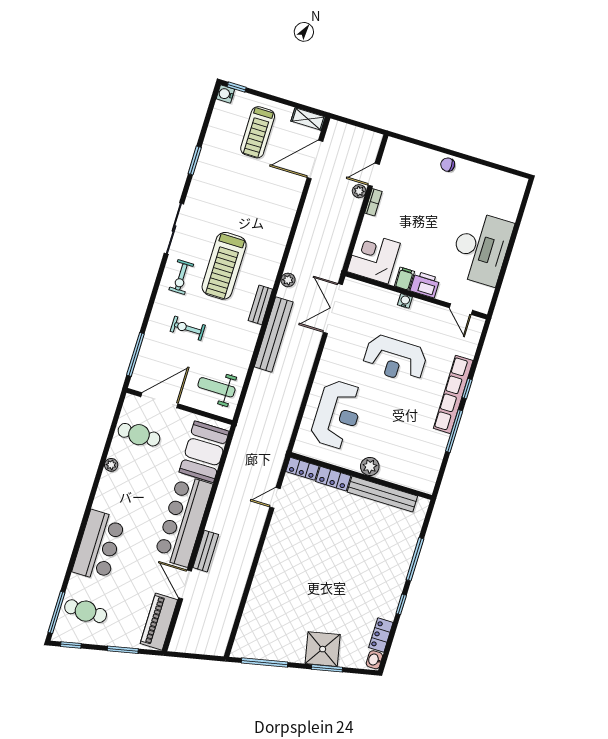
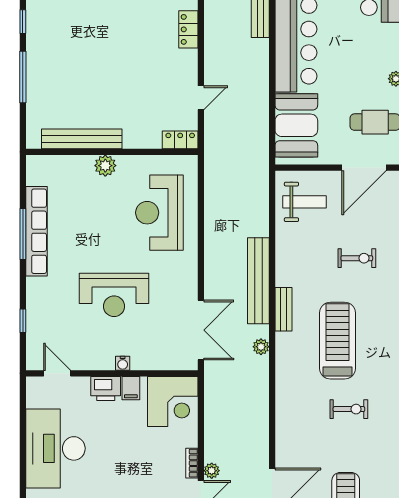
exercise bike: (181, 277) -> (349, 409), moved, turned 90
reception desk: (395, 359) -> (114, 295), turned 180
window: (467, 389) -> (23, 321), moved
row of seats: (453, 394) -> (36, 231), moved
locker: (333, 479) -> (188, 29), moved, turned -90

